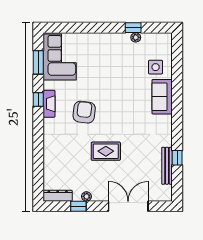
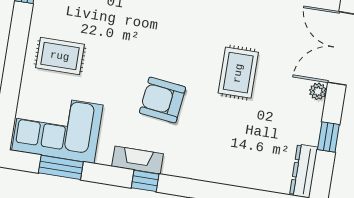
rug: (99, 52) -> (60, 56), added
window: (38, 99) -> (145, 181), moved
plant: (86, 196) -> (318, 91), moved

